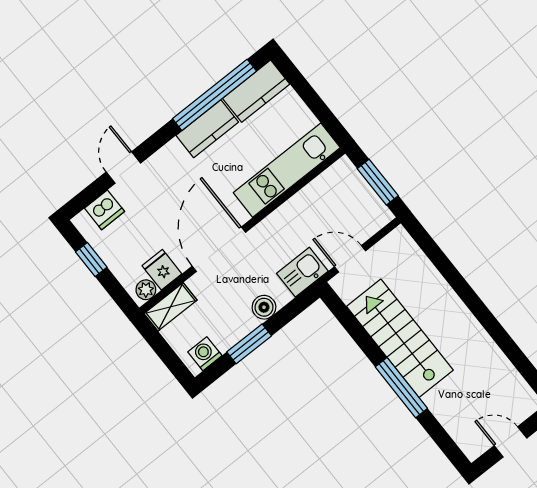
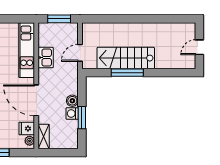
kitchen sink: (302, 272) -> (46, 58), moved, turned 180
washing machine: (205, 354) -> (72, 114), moved
window: (401, 388) -> (127, 73), moved

